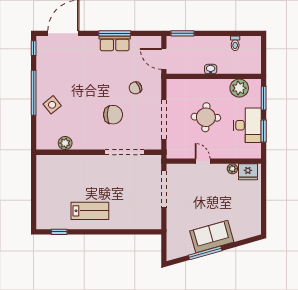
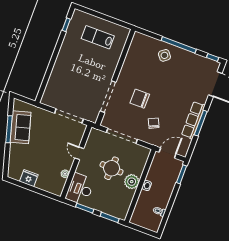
row of seats: (115, 43) -> (193, 120), width x1.48
plant: (239, 88) -> (132, 182), moved
chair: (113, 115) -> (140, 99), turned 90
desk: (247, 125) -> (80, 189), moved, turned 90
plant: (65, 143) -> (132, 54), removed
door: (203, 161) -> (79, 153), swing flipped
fridge: (248, 172) -> (29, 178), moved, turned 90
lab bench: (90, 211) -> (98, 37), moved, turned 90
sofa: (212, 237) -> (20, 127), moved

